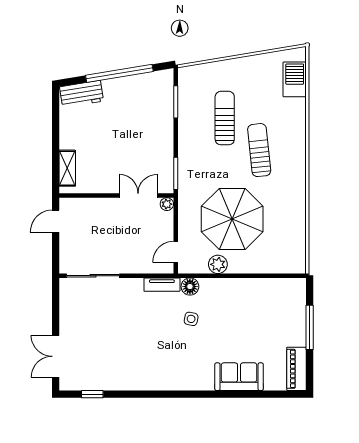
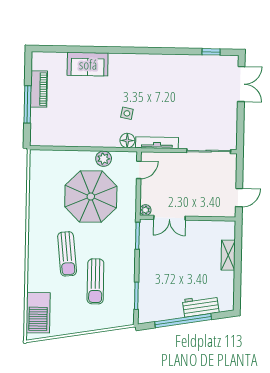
barbecue: (295, 79) -> (38, 313), width x1.37, depth x1.21
workbench: (82, 94) -> (201, 306), moved
shelving: (67, 168) -> (228, 255), moved
tv unit: (162, 285) -> (157, 143), width x1.41
piano: (296, 369) -> (39, 89), moved

